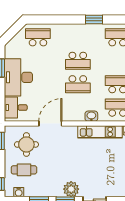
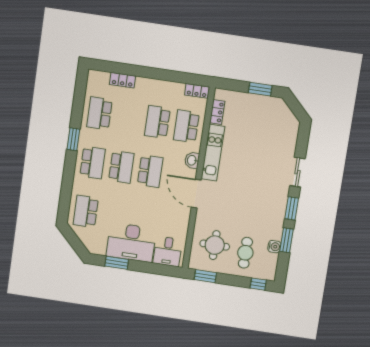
school desk: (78, 37) -> (93, 163), added
door: (50, 124) -> (196, 194), moved
plant: (71, 189) -> (278, 199), removed
water cooler: (19, 192) -> (274, 247), moved

